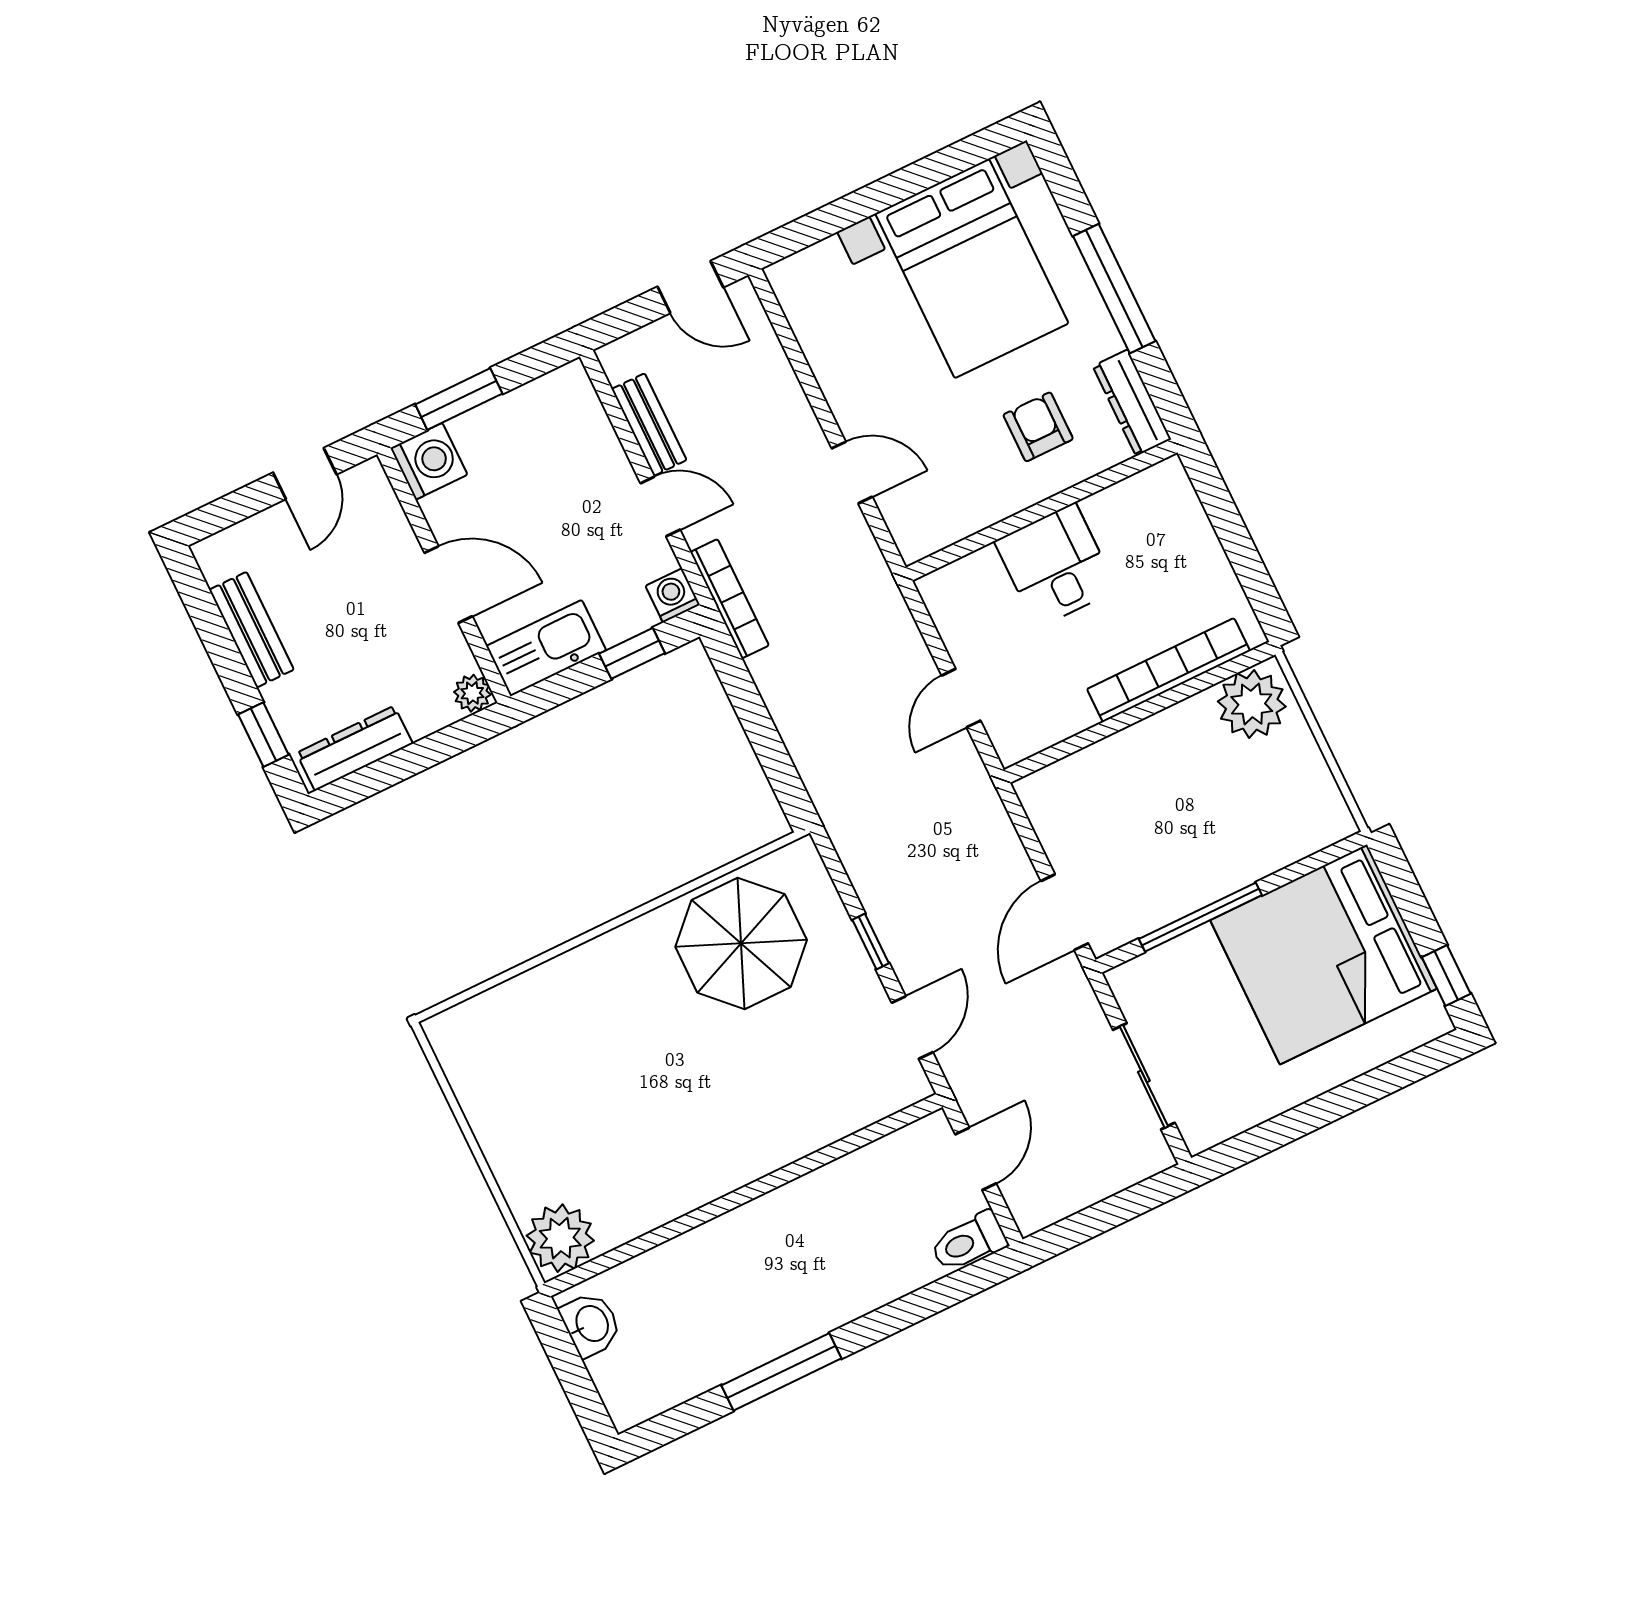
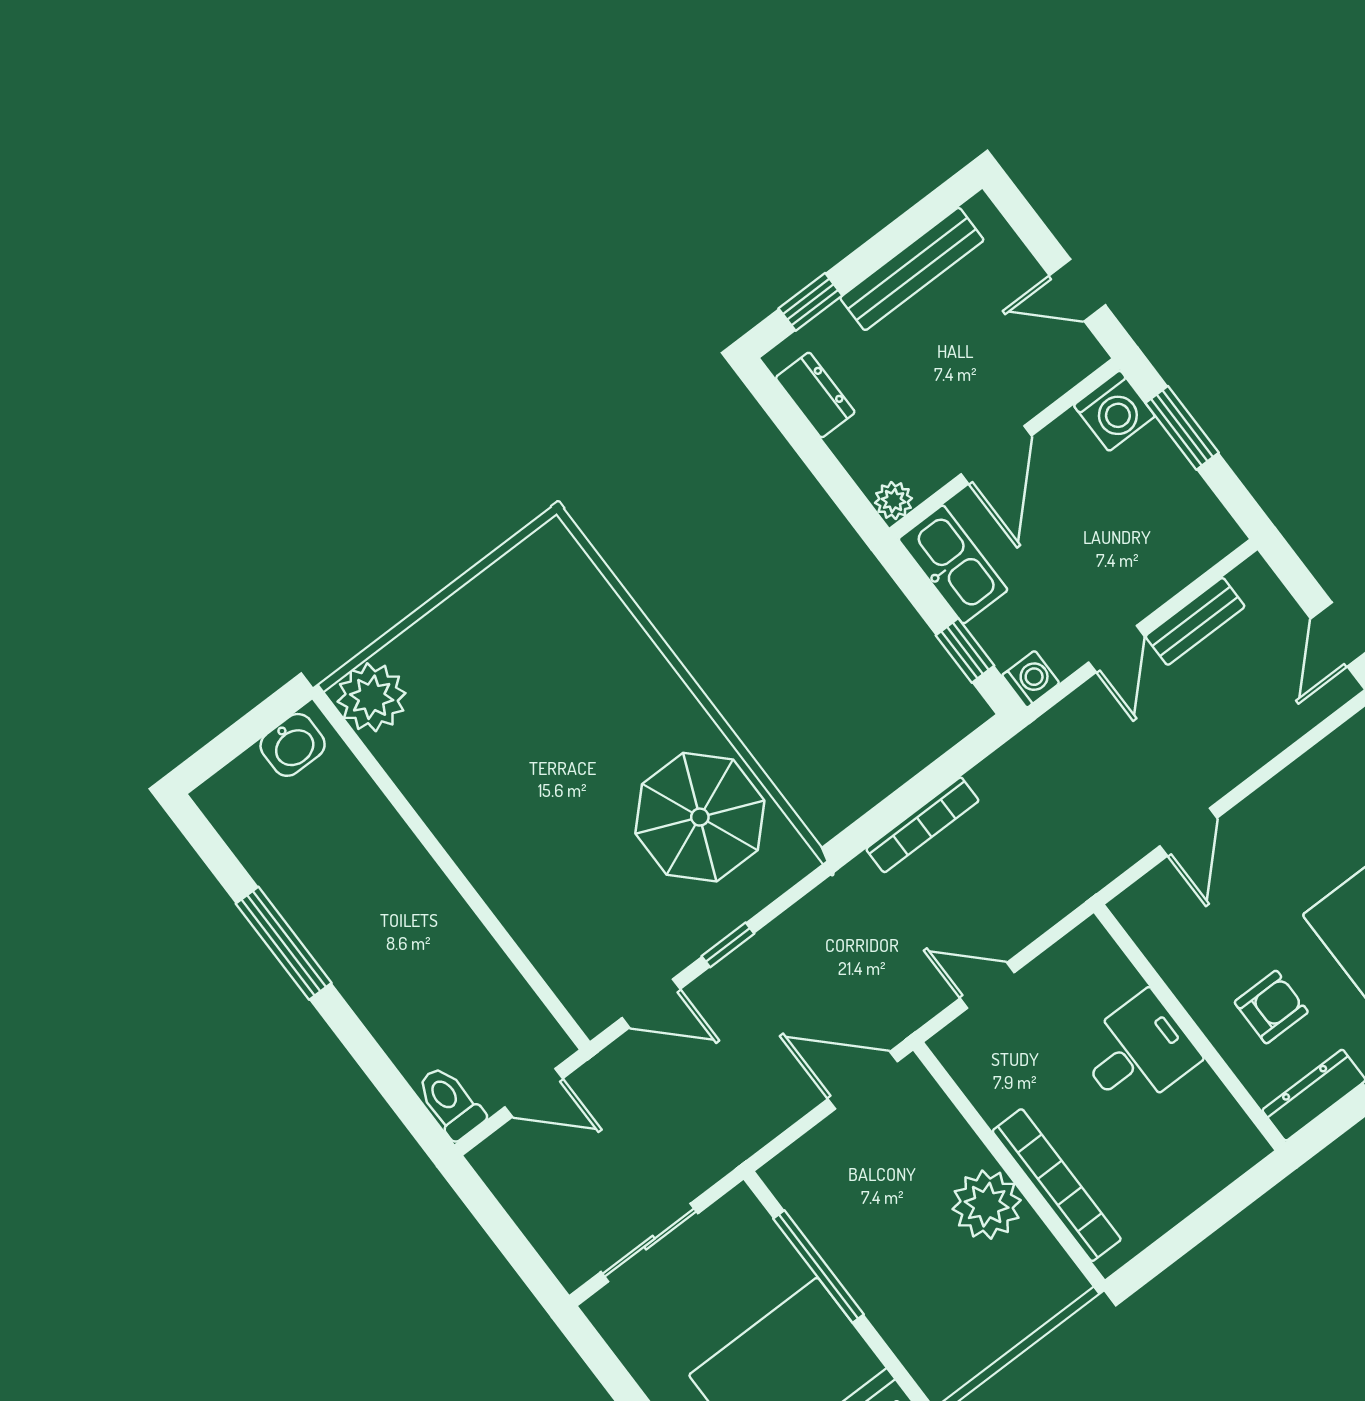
bookcase: (730, 599) -> (922, 825), moved
bench: (251, 630) -> (912, 269), width x1.36
plant: (1252, 704) -> (987, 1205), moved
dresser: (355, 748) -> (815, 395), width x0.70
door: (1065, 912) -> (863, 1080), moved

